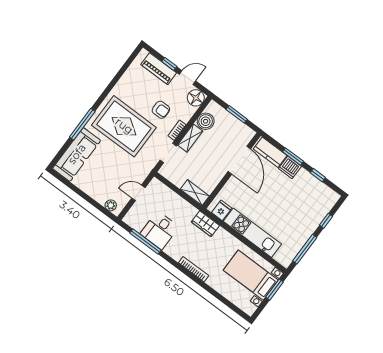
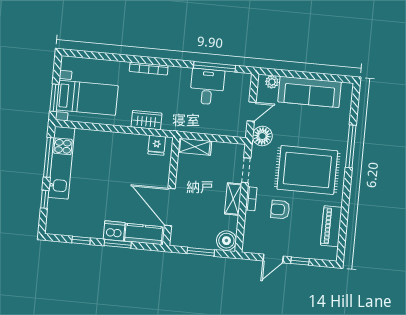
piano: (159, 69) -> (331, 226), moved, turned -90
floor lamp: (196, 98) -> (262, 136), moved
boiler: (206, 121) -> (226, 241), moved
sofa: (77, 154) -> (310, 92), moved, turned -90
wardrobe: (205, 224) -> (146, 120), moved
kitchen unit: (252, 233) -> (61, 163), moved, turned -90

